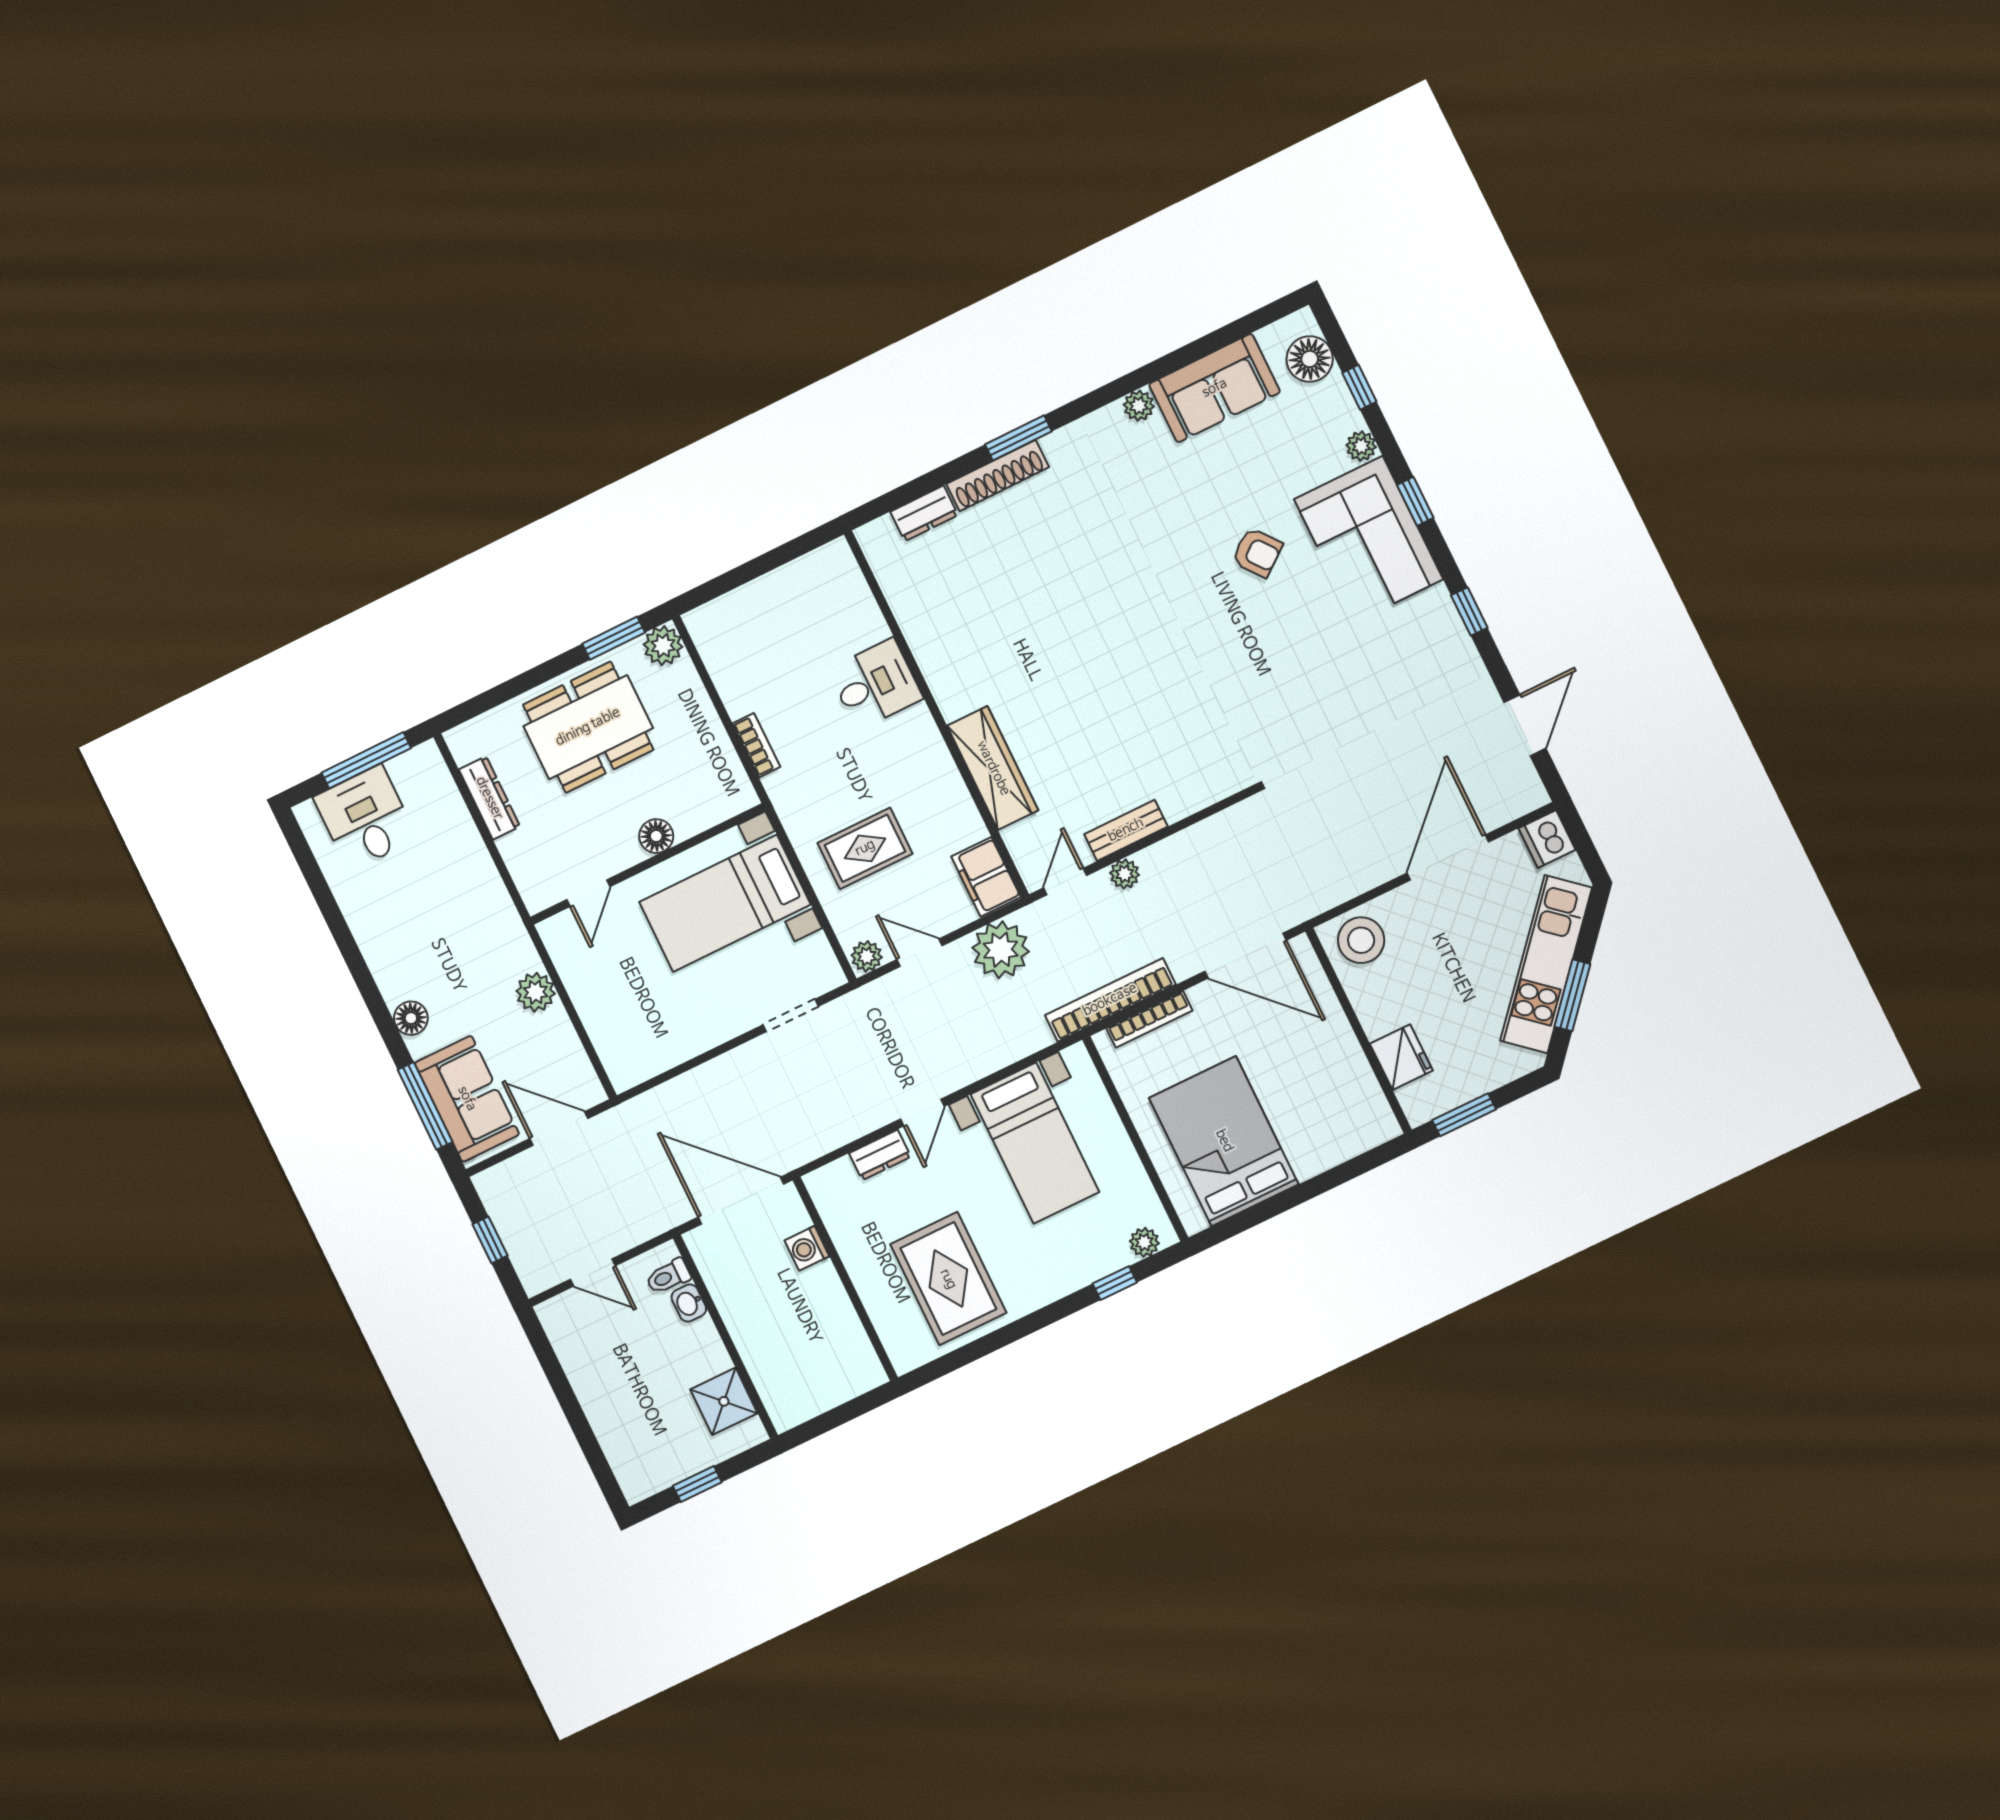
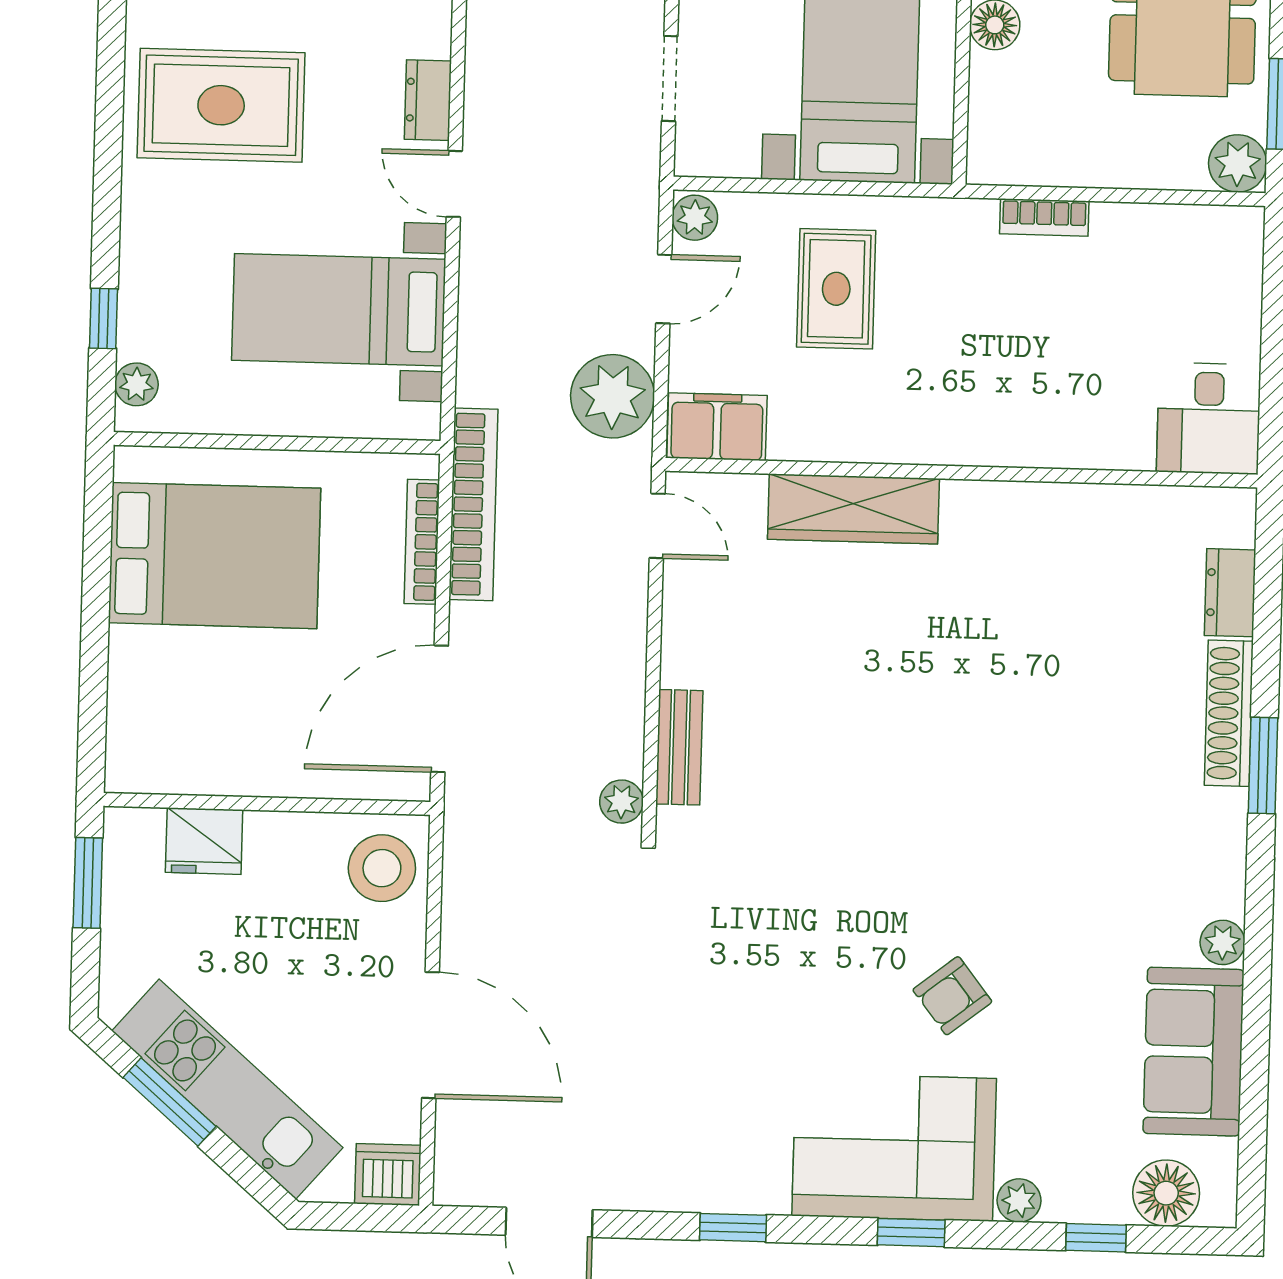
desk: (875, 684) -> (1209, 418), moved
bench: (1126, 830) -> (679, 747), moved
plant: (1125, 874) -> (621, 802), moved

